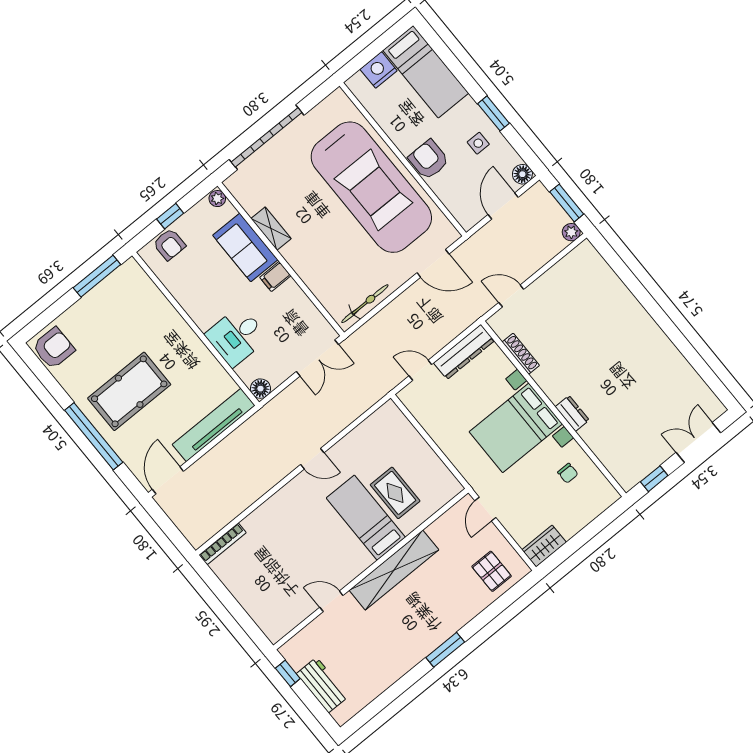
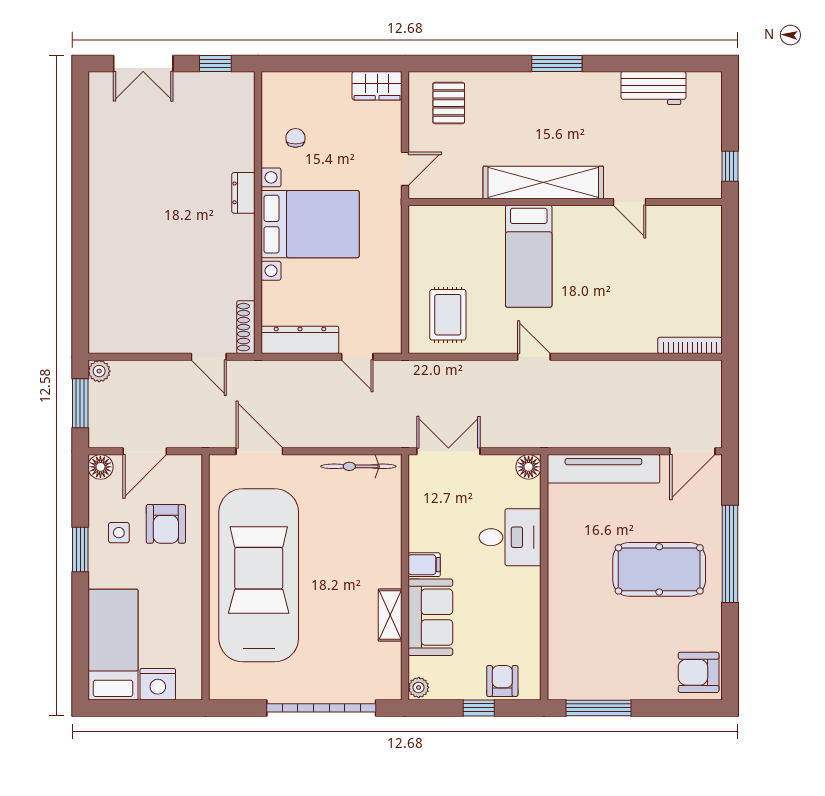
armchair: (429, 160) -> (166, 524), moved
shoe rack: (521, 354) -> (246, 327), moved
rug: (395, 493) -> (448, 315), moved
workbench: (322, 685) -> (653, 88), moved, turned -90

